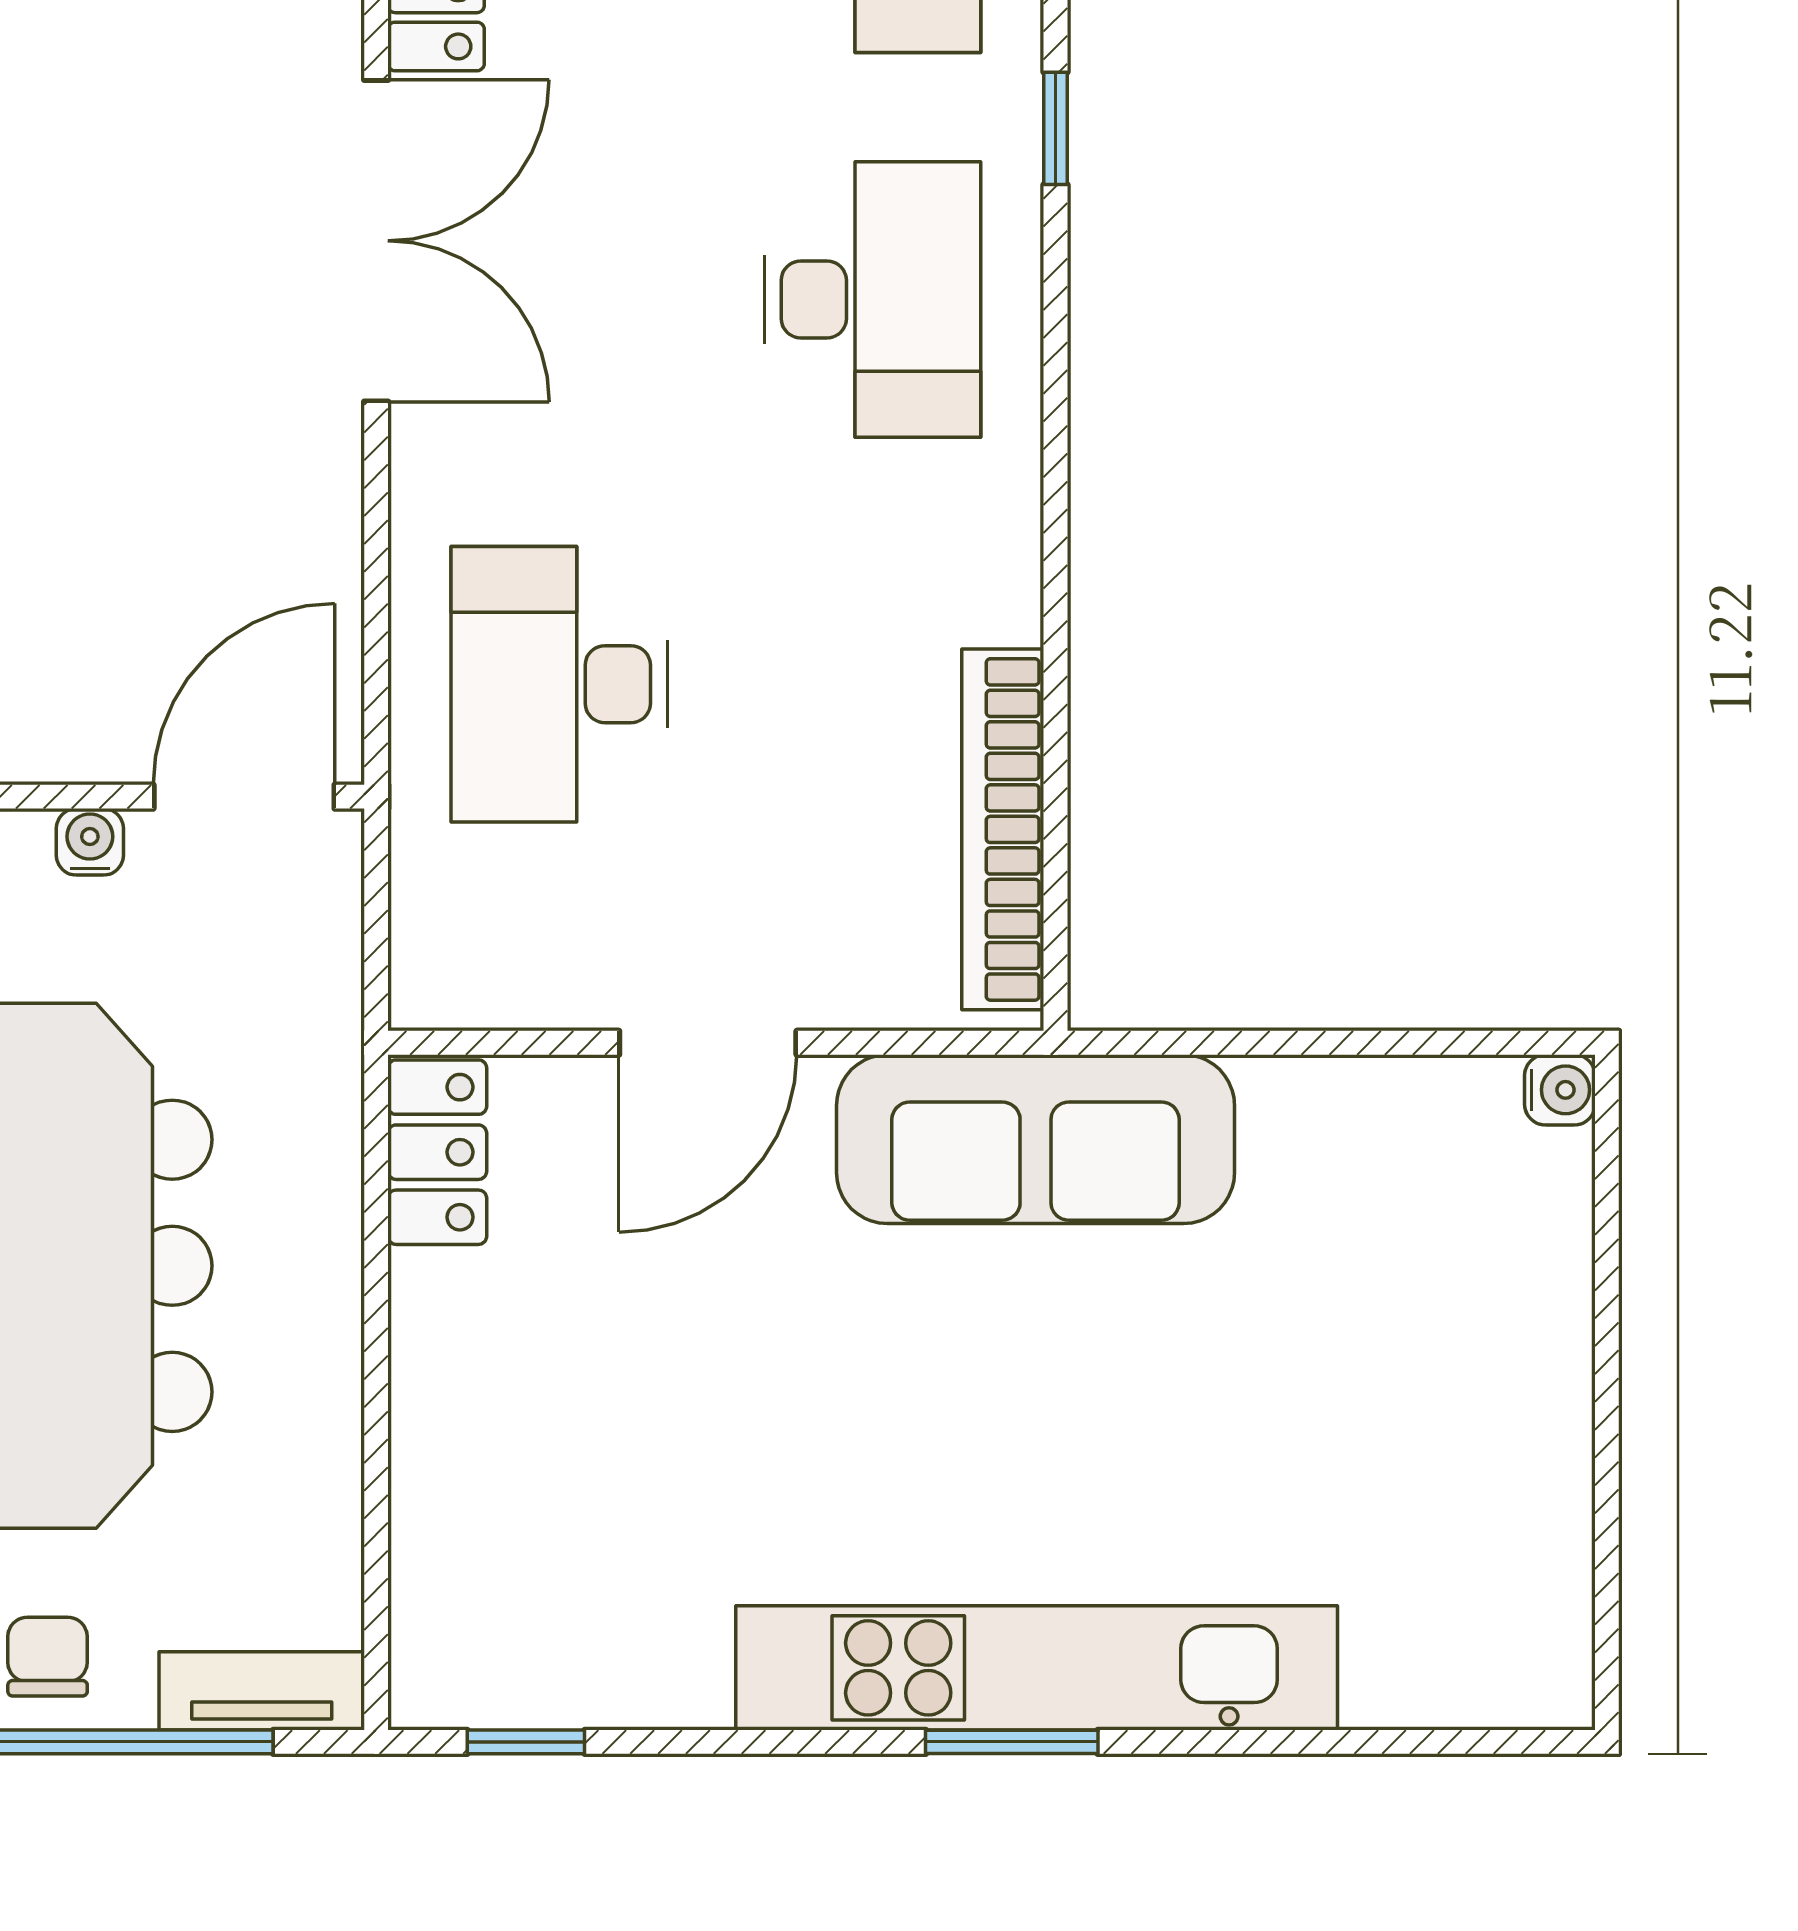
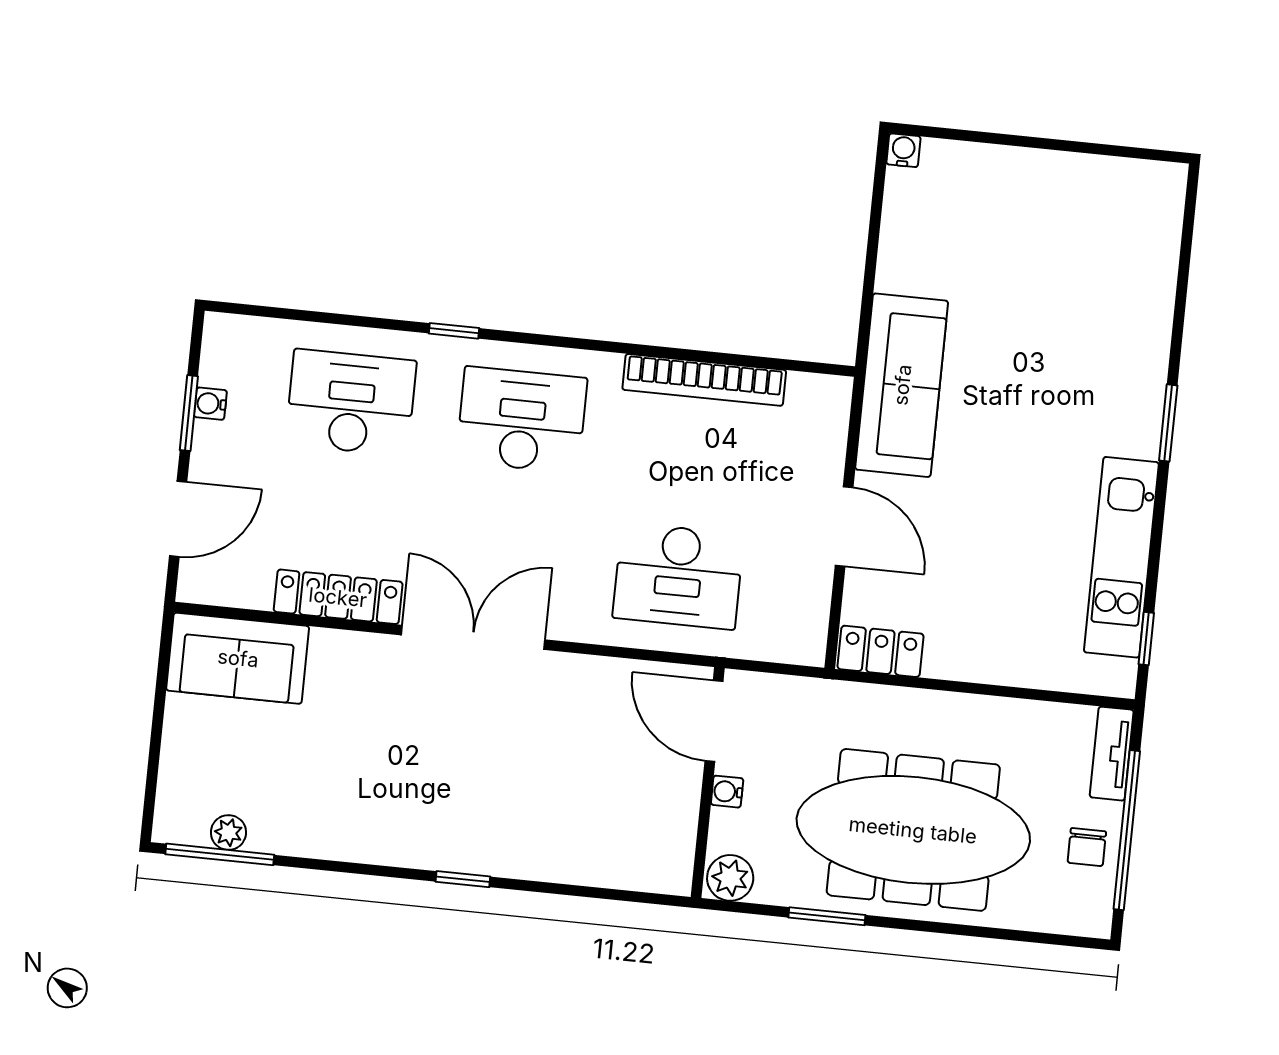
bookcase: (1003, 829) -> (704, 380), moved
chair: (48, 1657) -> (1087, 847), turned -90
kitchen unit: (1037, 1668) -> (1121, 557), moved, width x0.73

